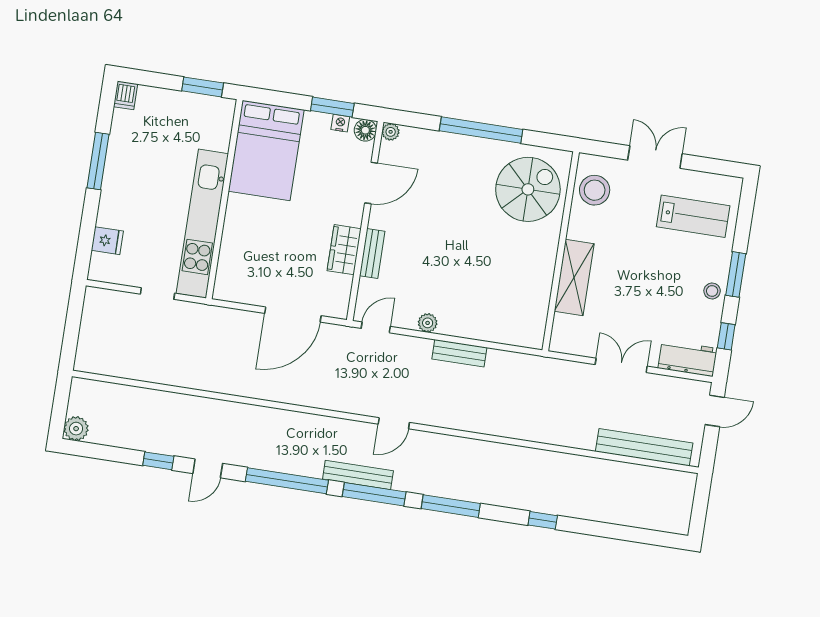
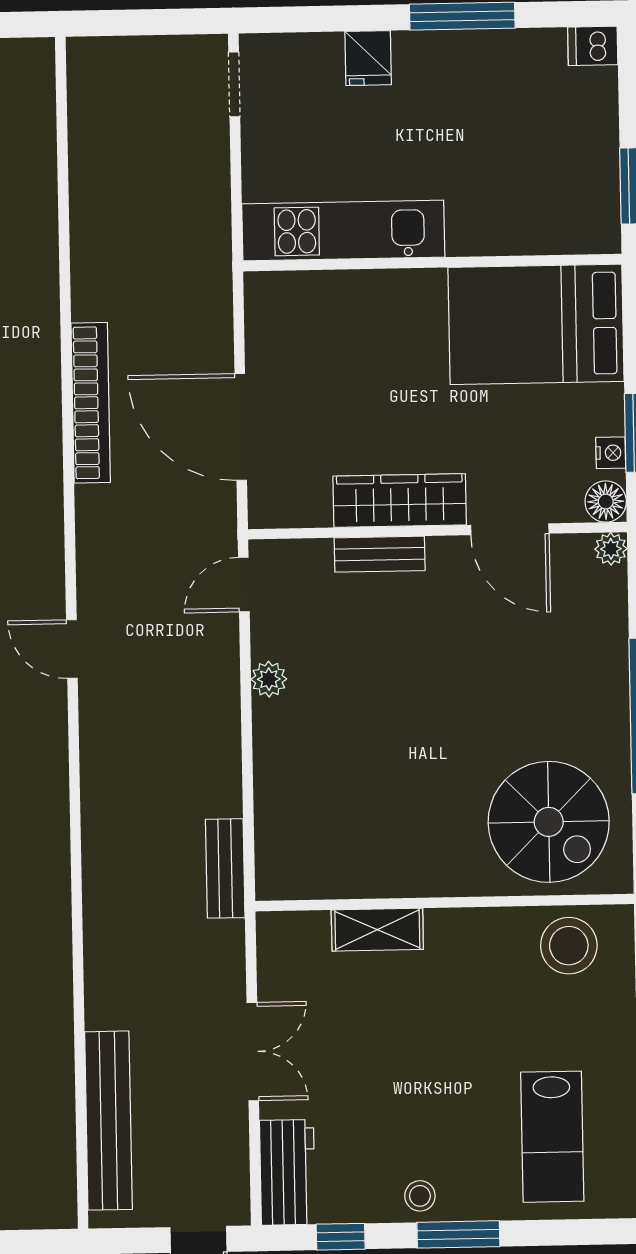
kitchen unit: (202, 224) -> (343, 231), width x0.73
fridge: (107, 241) -> (368, 58), moved
wardrobe: (344, 250) -> (400, 500), width x1.50
shelving: (574, 277) -> (377, 930), width x0.67, depth x0.75
doorway: (158, 294) -> (234, 84), moved
door: (376, 327) -> (244, 585), swing flipped
bench: (459, 353) -> (225, 868), moved
bookcase: (266, 391) -> (91, 403), added

